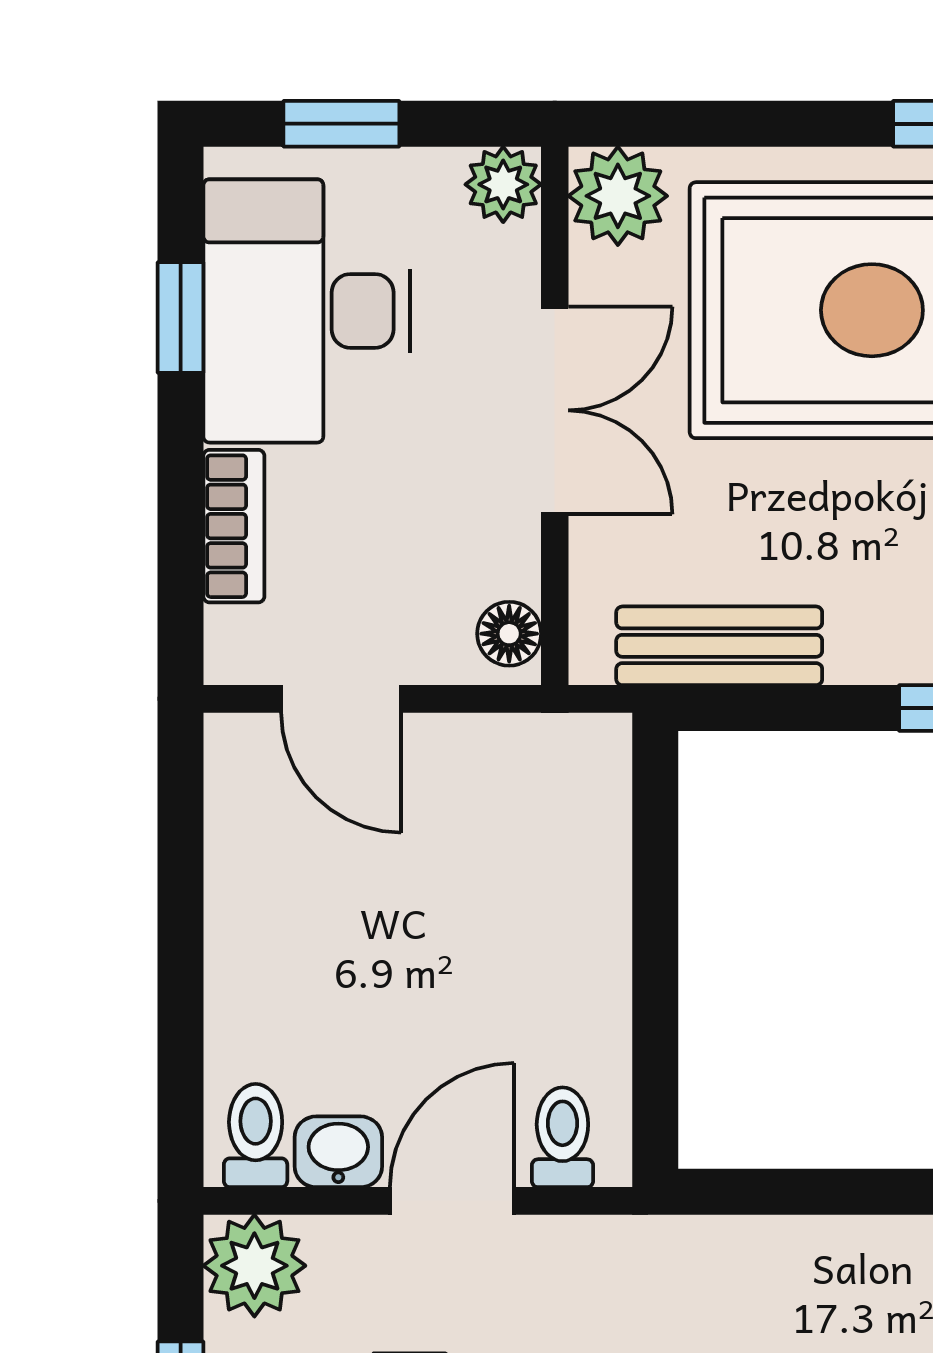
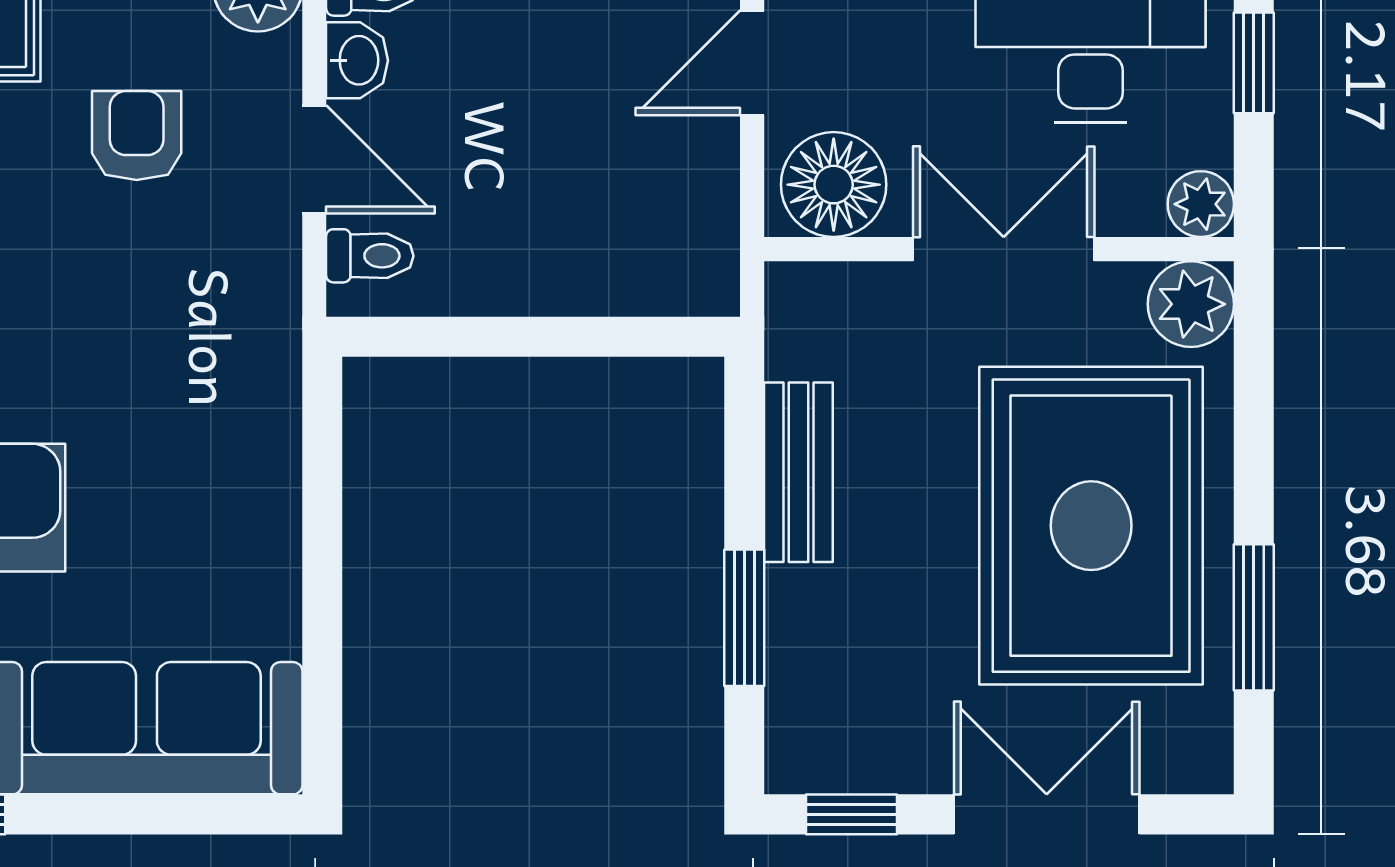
double door: (555, 410) -> (1004, 249), swing flipped
floor lamp: (509, 634) -> (834, 185), width x1.89, depth x1.89
bench: (719, 646) -> (798, 472), moved

